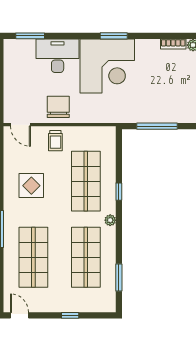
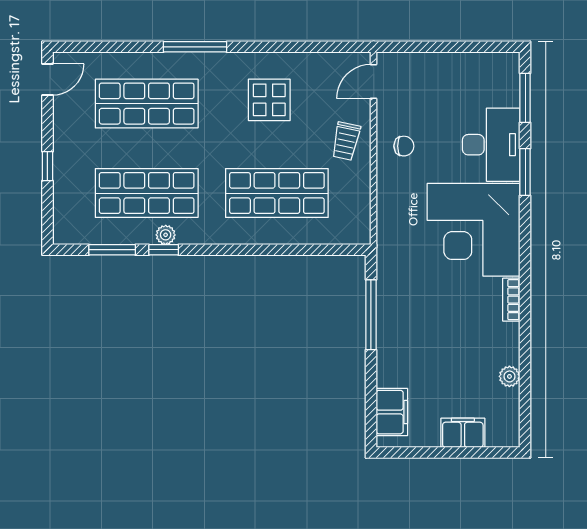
window: (114, 36) -> (525, 172), moved
bookcase: (173, 44) -> (511, 300), moved
chair: (58, 107) -> (404, 146), width x0.54, depth x0.54
trolley: (55, 141) -> (346, 141), turned -78
window: (119, 192) -> (164, 250), moved
plant: (110, 220) -> (166, 235), moved

